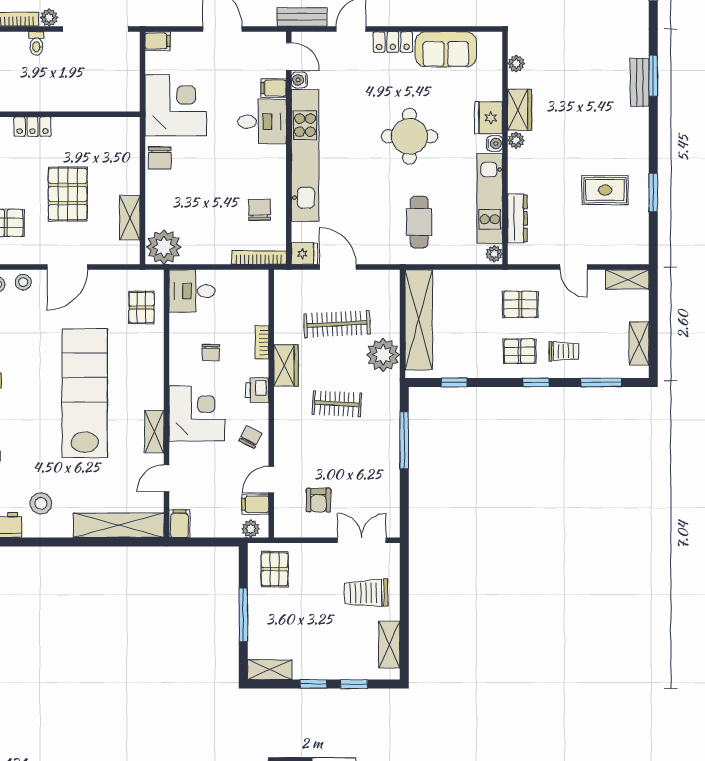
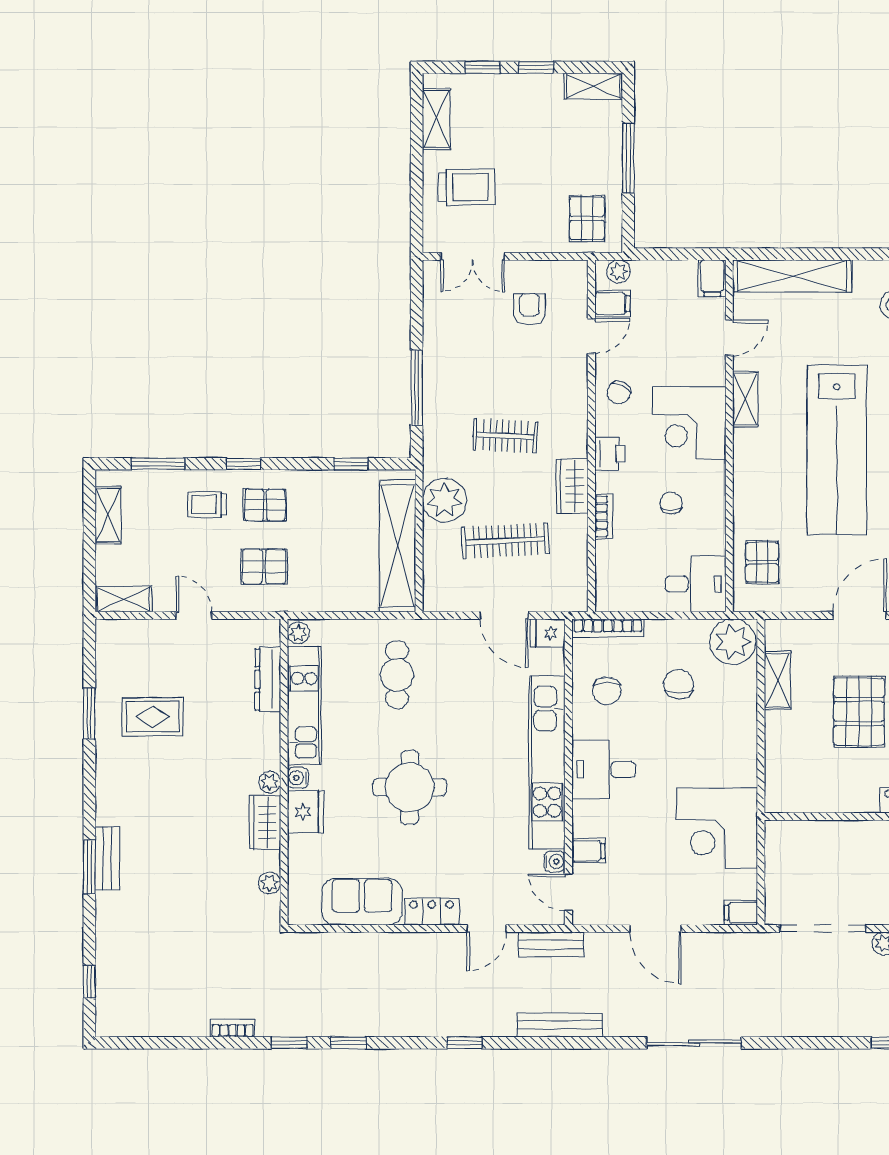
desk: (262, 122) -> (604, 770), moved
chair: (160, 158) -> (679, 684), moved

